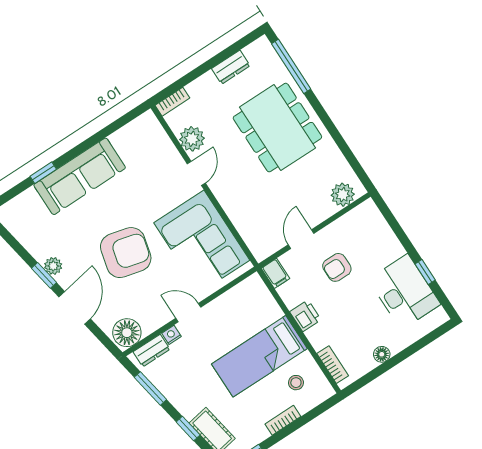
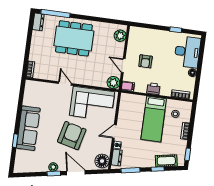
dresser: (231, 67) -> (38, 22), moved
plant: (192, 139) -> (113, 83), moved
desk: (404, 292) -> (187, 52), moved, turned 90

